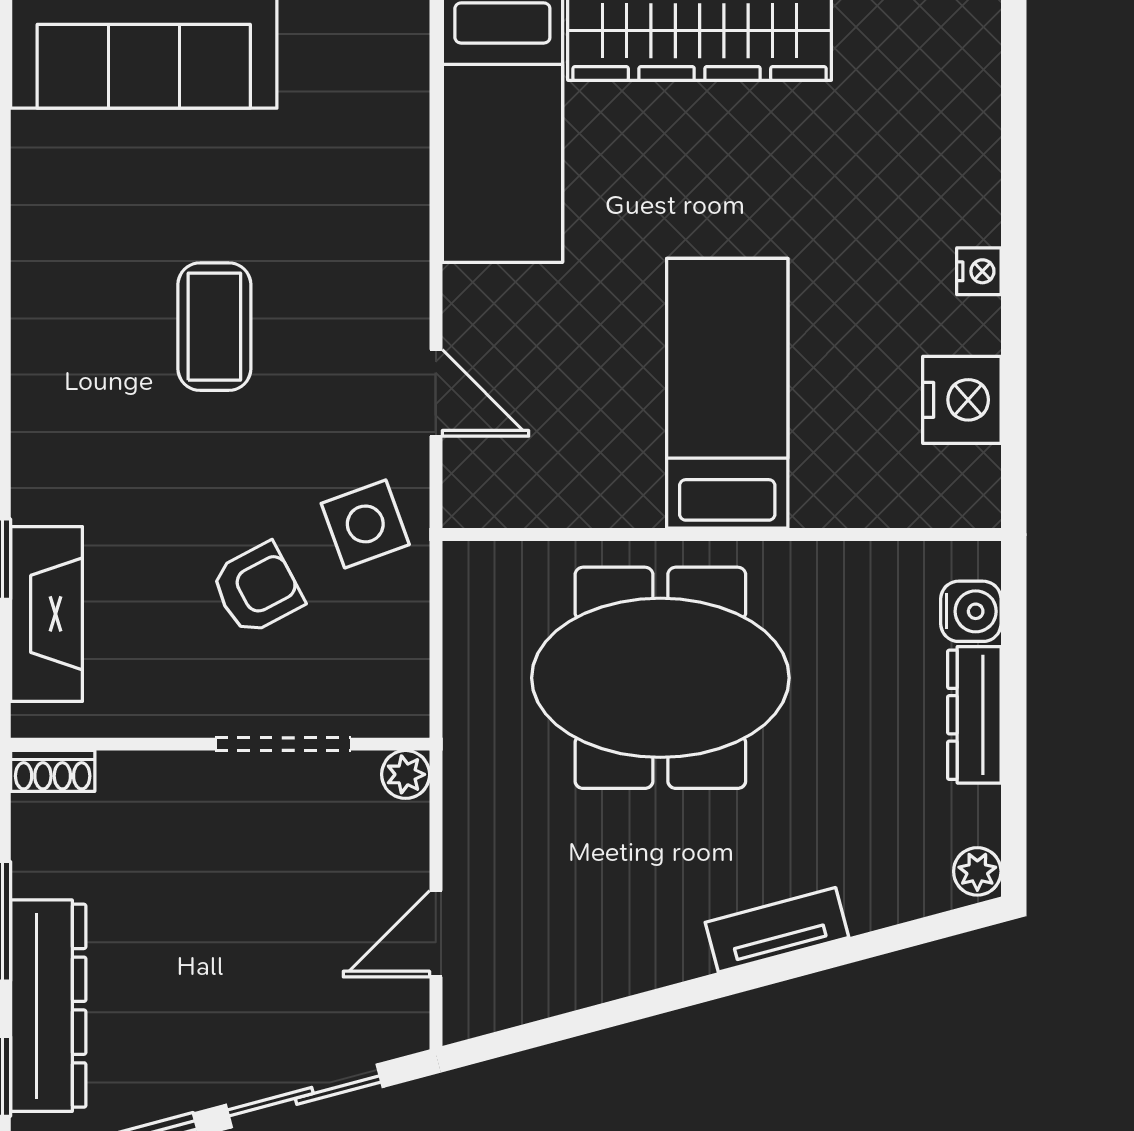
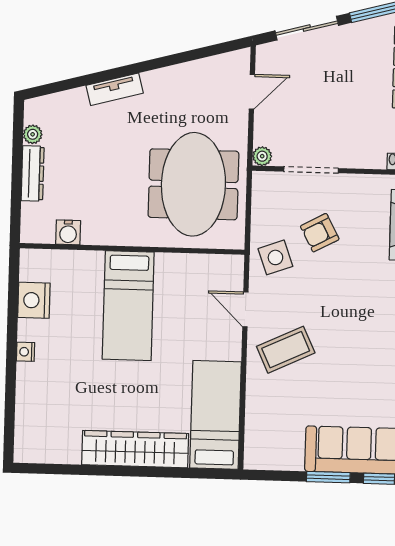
coffee table: (214, 327) -> (286, 350), moved, turned 65
water cooler: (971, 611) -> (68, 232), moved, turned -90
meeting table: (660, 678) -> (193, 184), moved, turned 90
plant: (977, 871) -> (33, 134), moved

